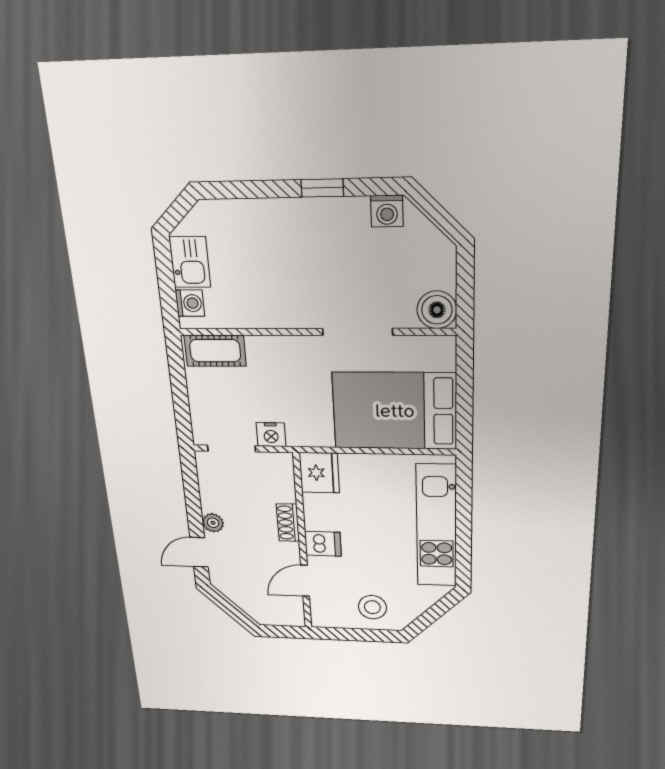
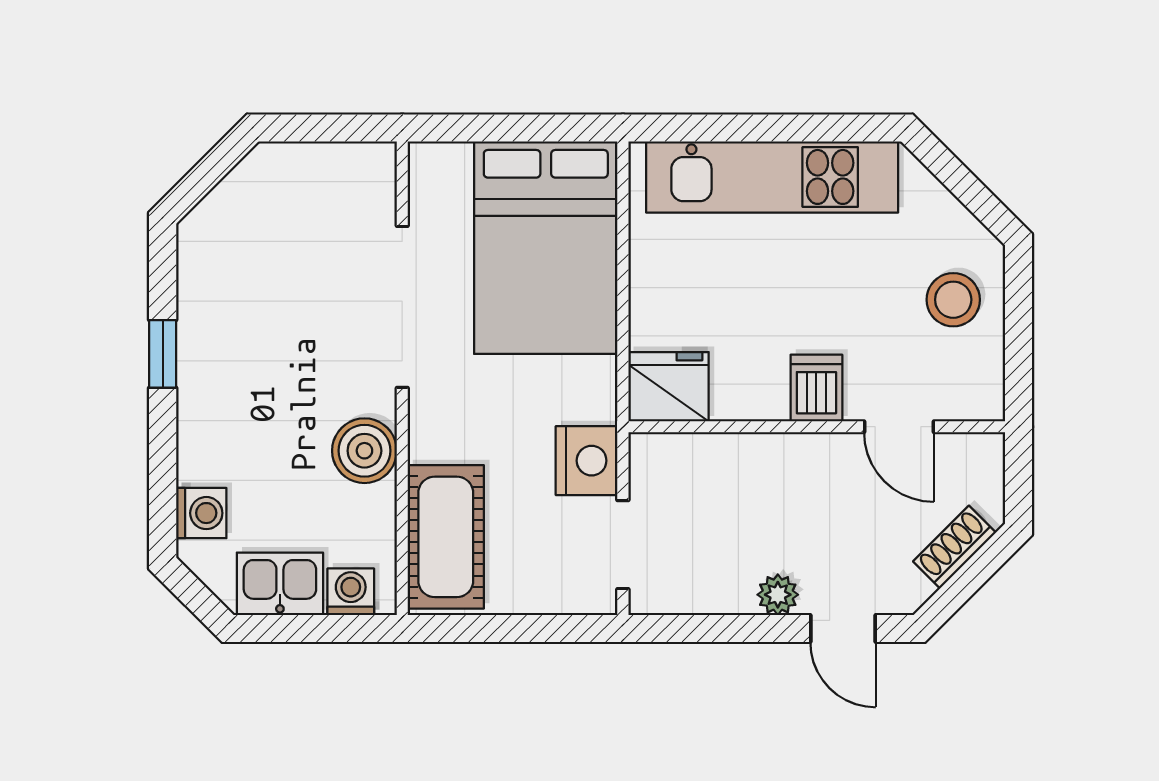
washing machine: (387, 211) -> (201, 513), moved
boiler: (437, 310) -> (364, 451), moved
doorway: (357, 332) -> (402, 307), width x1.36
cot: (215, 351) -> (446, 537), width x1.37, depth x1.34
nightstand: (271, 435) -> (587, 461), width x1.36, depth x1.33
shoe rack: (288, 523) -> (955, 547), moved, turned 135

